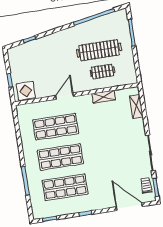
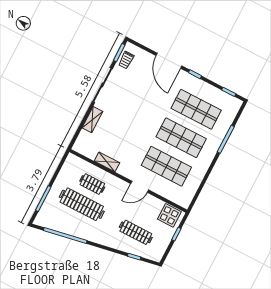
clothes rail: (42, 59) -> (136, 232), added
shelving: (136, 106) -> (92, 120), moved
door: (129, 207) -> (169, 61), moved

